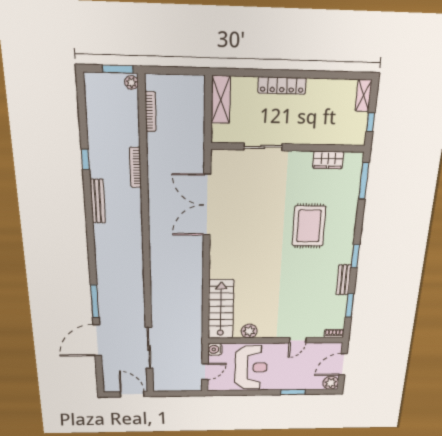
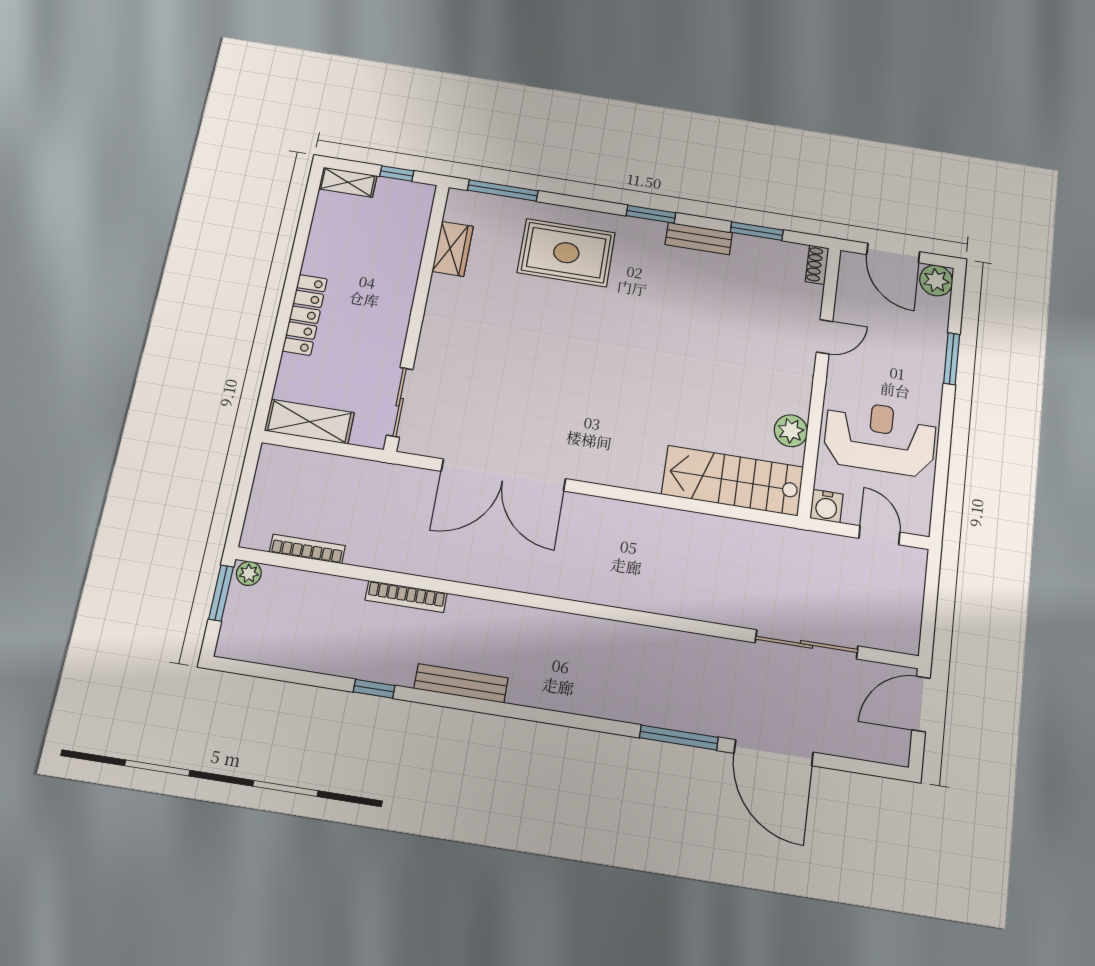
sliding door: (263, 147) -> (400, 402), moved
rug: (309, 226) -> (566, 253), moved
door: (298, 340) -> (825, 337), hinge flipped

